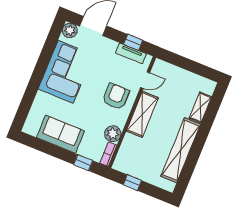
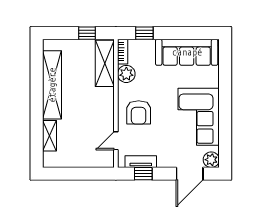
shelving: (142, 114) -> (105, 63), moved
sofa: (61, 134) -> (187, 52), width x1.36

